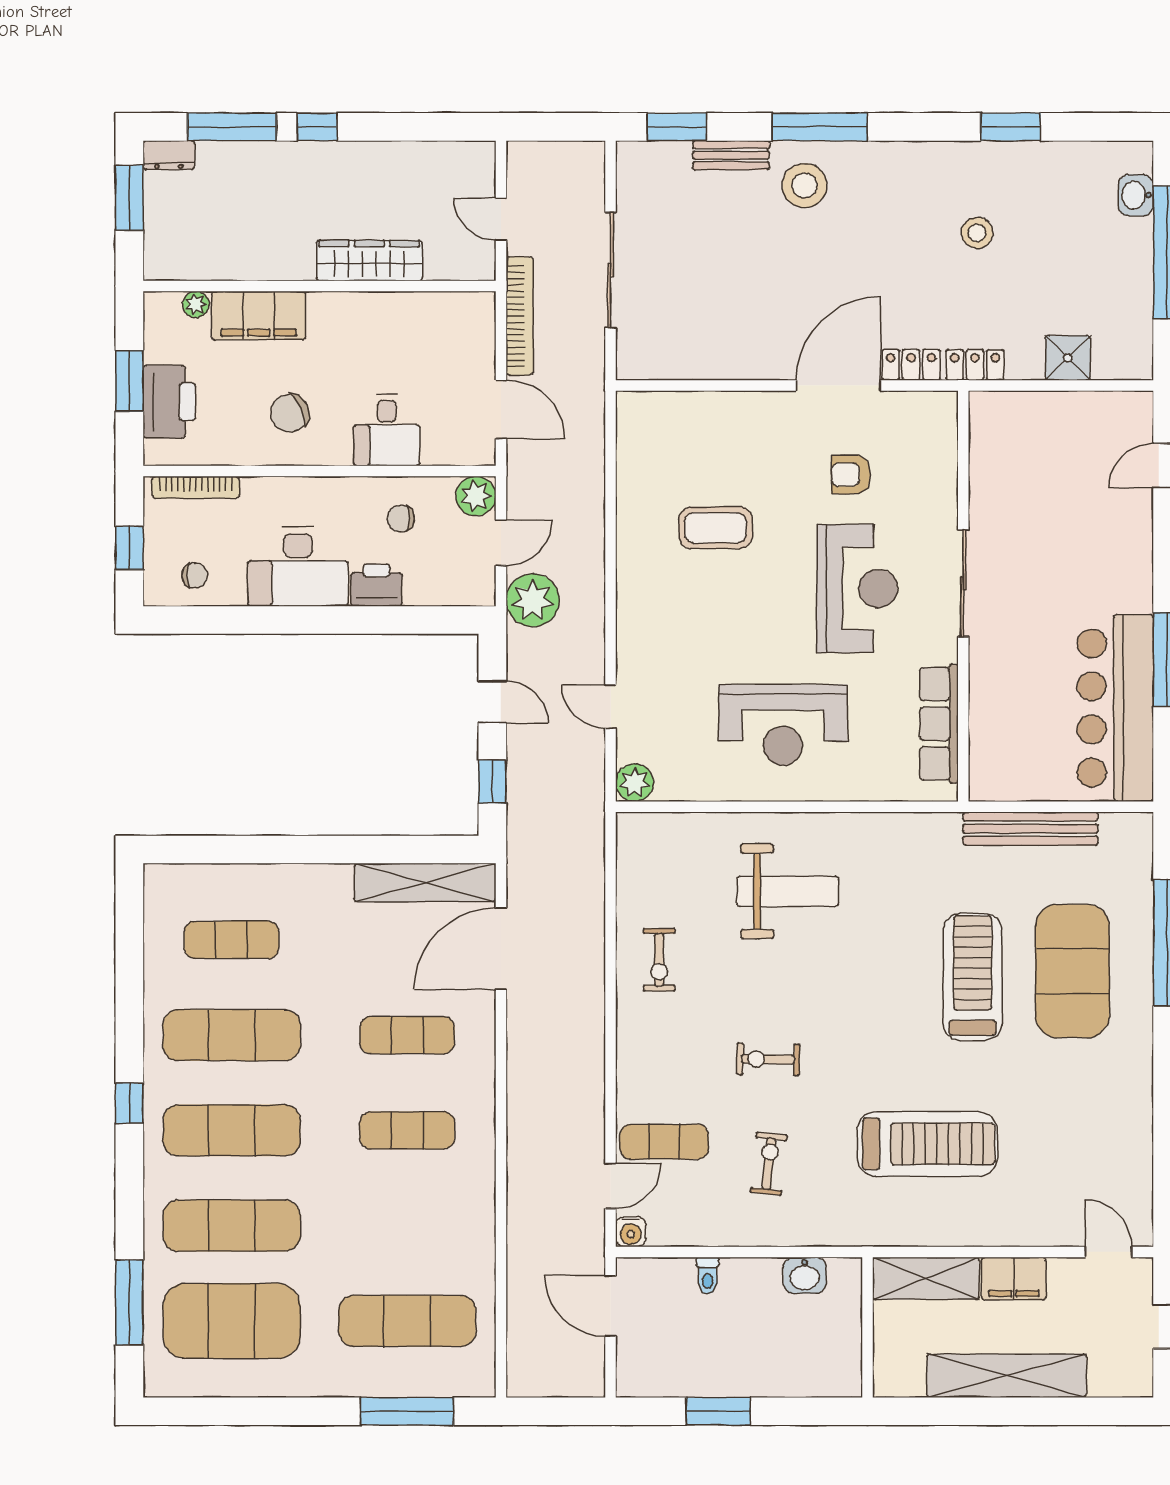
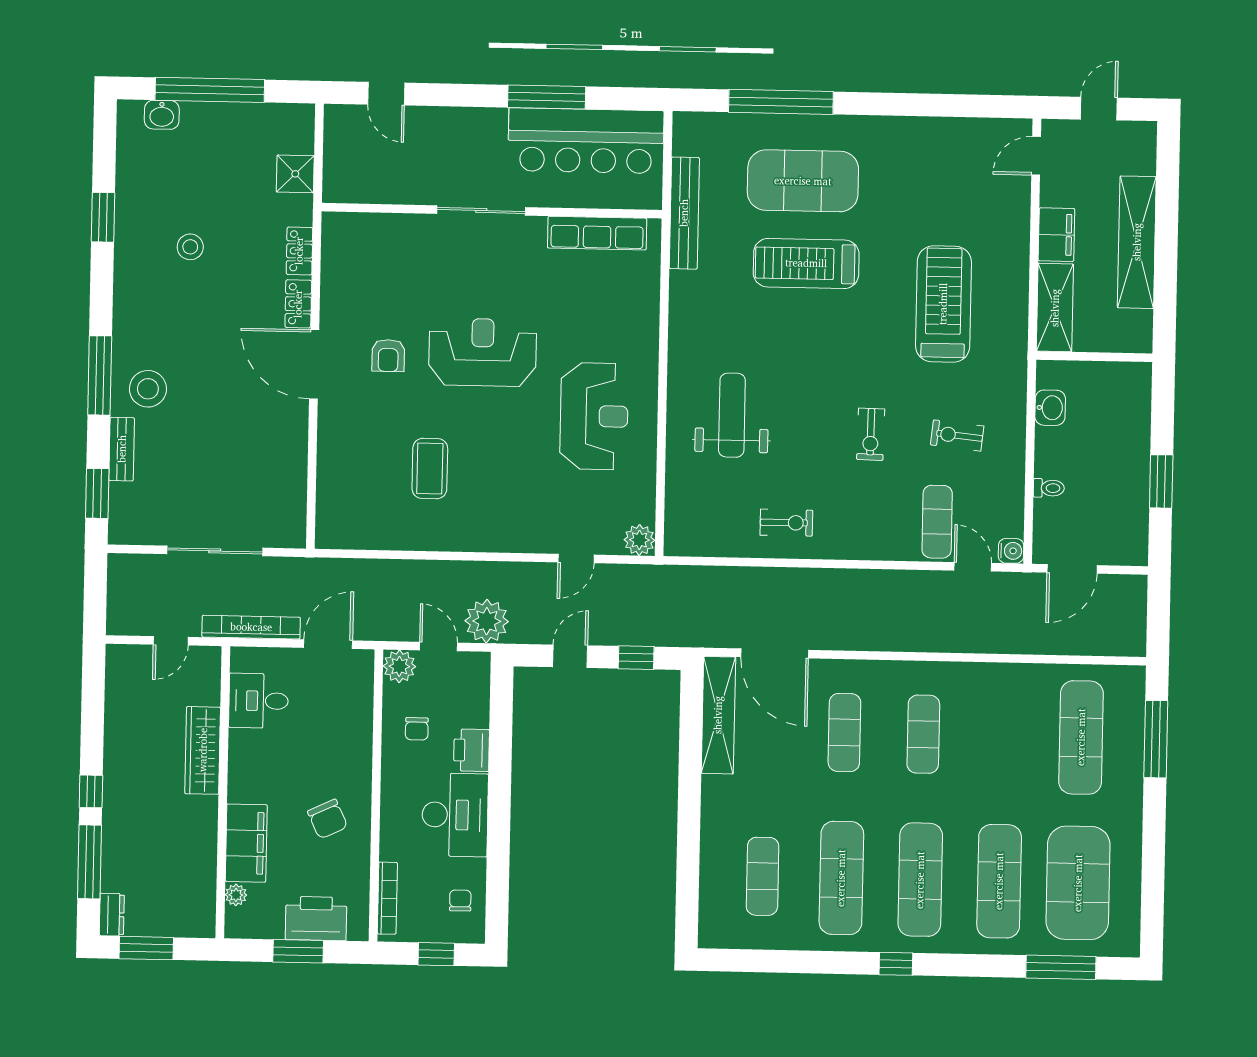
desk: (387, 430) -> (259, 701), moved, turned 180
sliding door: (963, 583) -> (481, 210), moved
wall: (963, 596) -> (492, 211), moved
row of seats: (939, 724) -> (597, 233), moved

